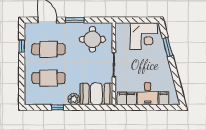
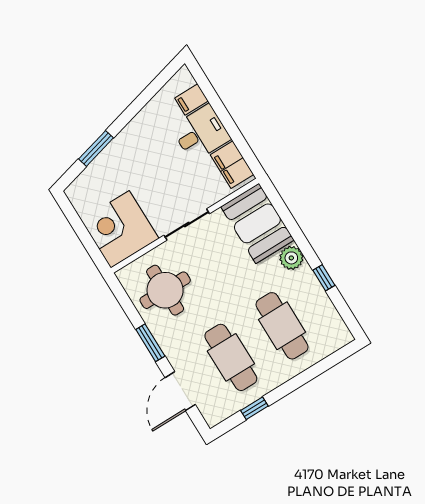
corner desk: (144, 36) -> (120, 229), moved, turned -90

